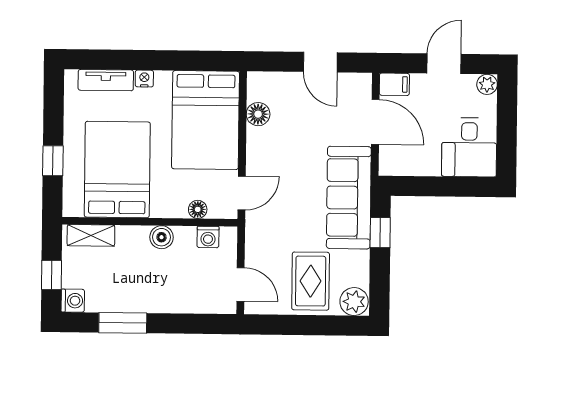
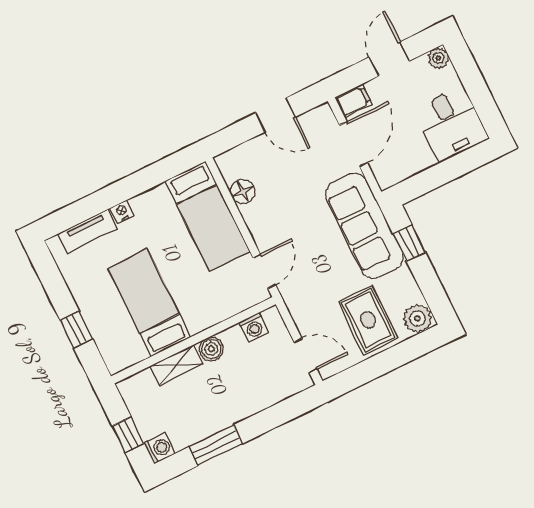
bed: (206, 120) -> (207, 216), width x0.67
door: (375, 122) -> (353, 144), hinge flipped
bed: (117, 170) -> (149, 303), width x0.67
floor lamp: (198, 209) -> (231, 307), removed
shelving: (91, 235) -> (177, 365), moved

